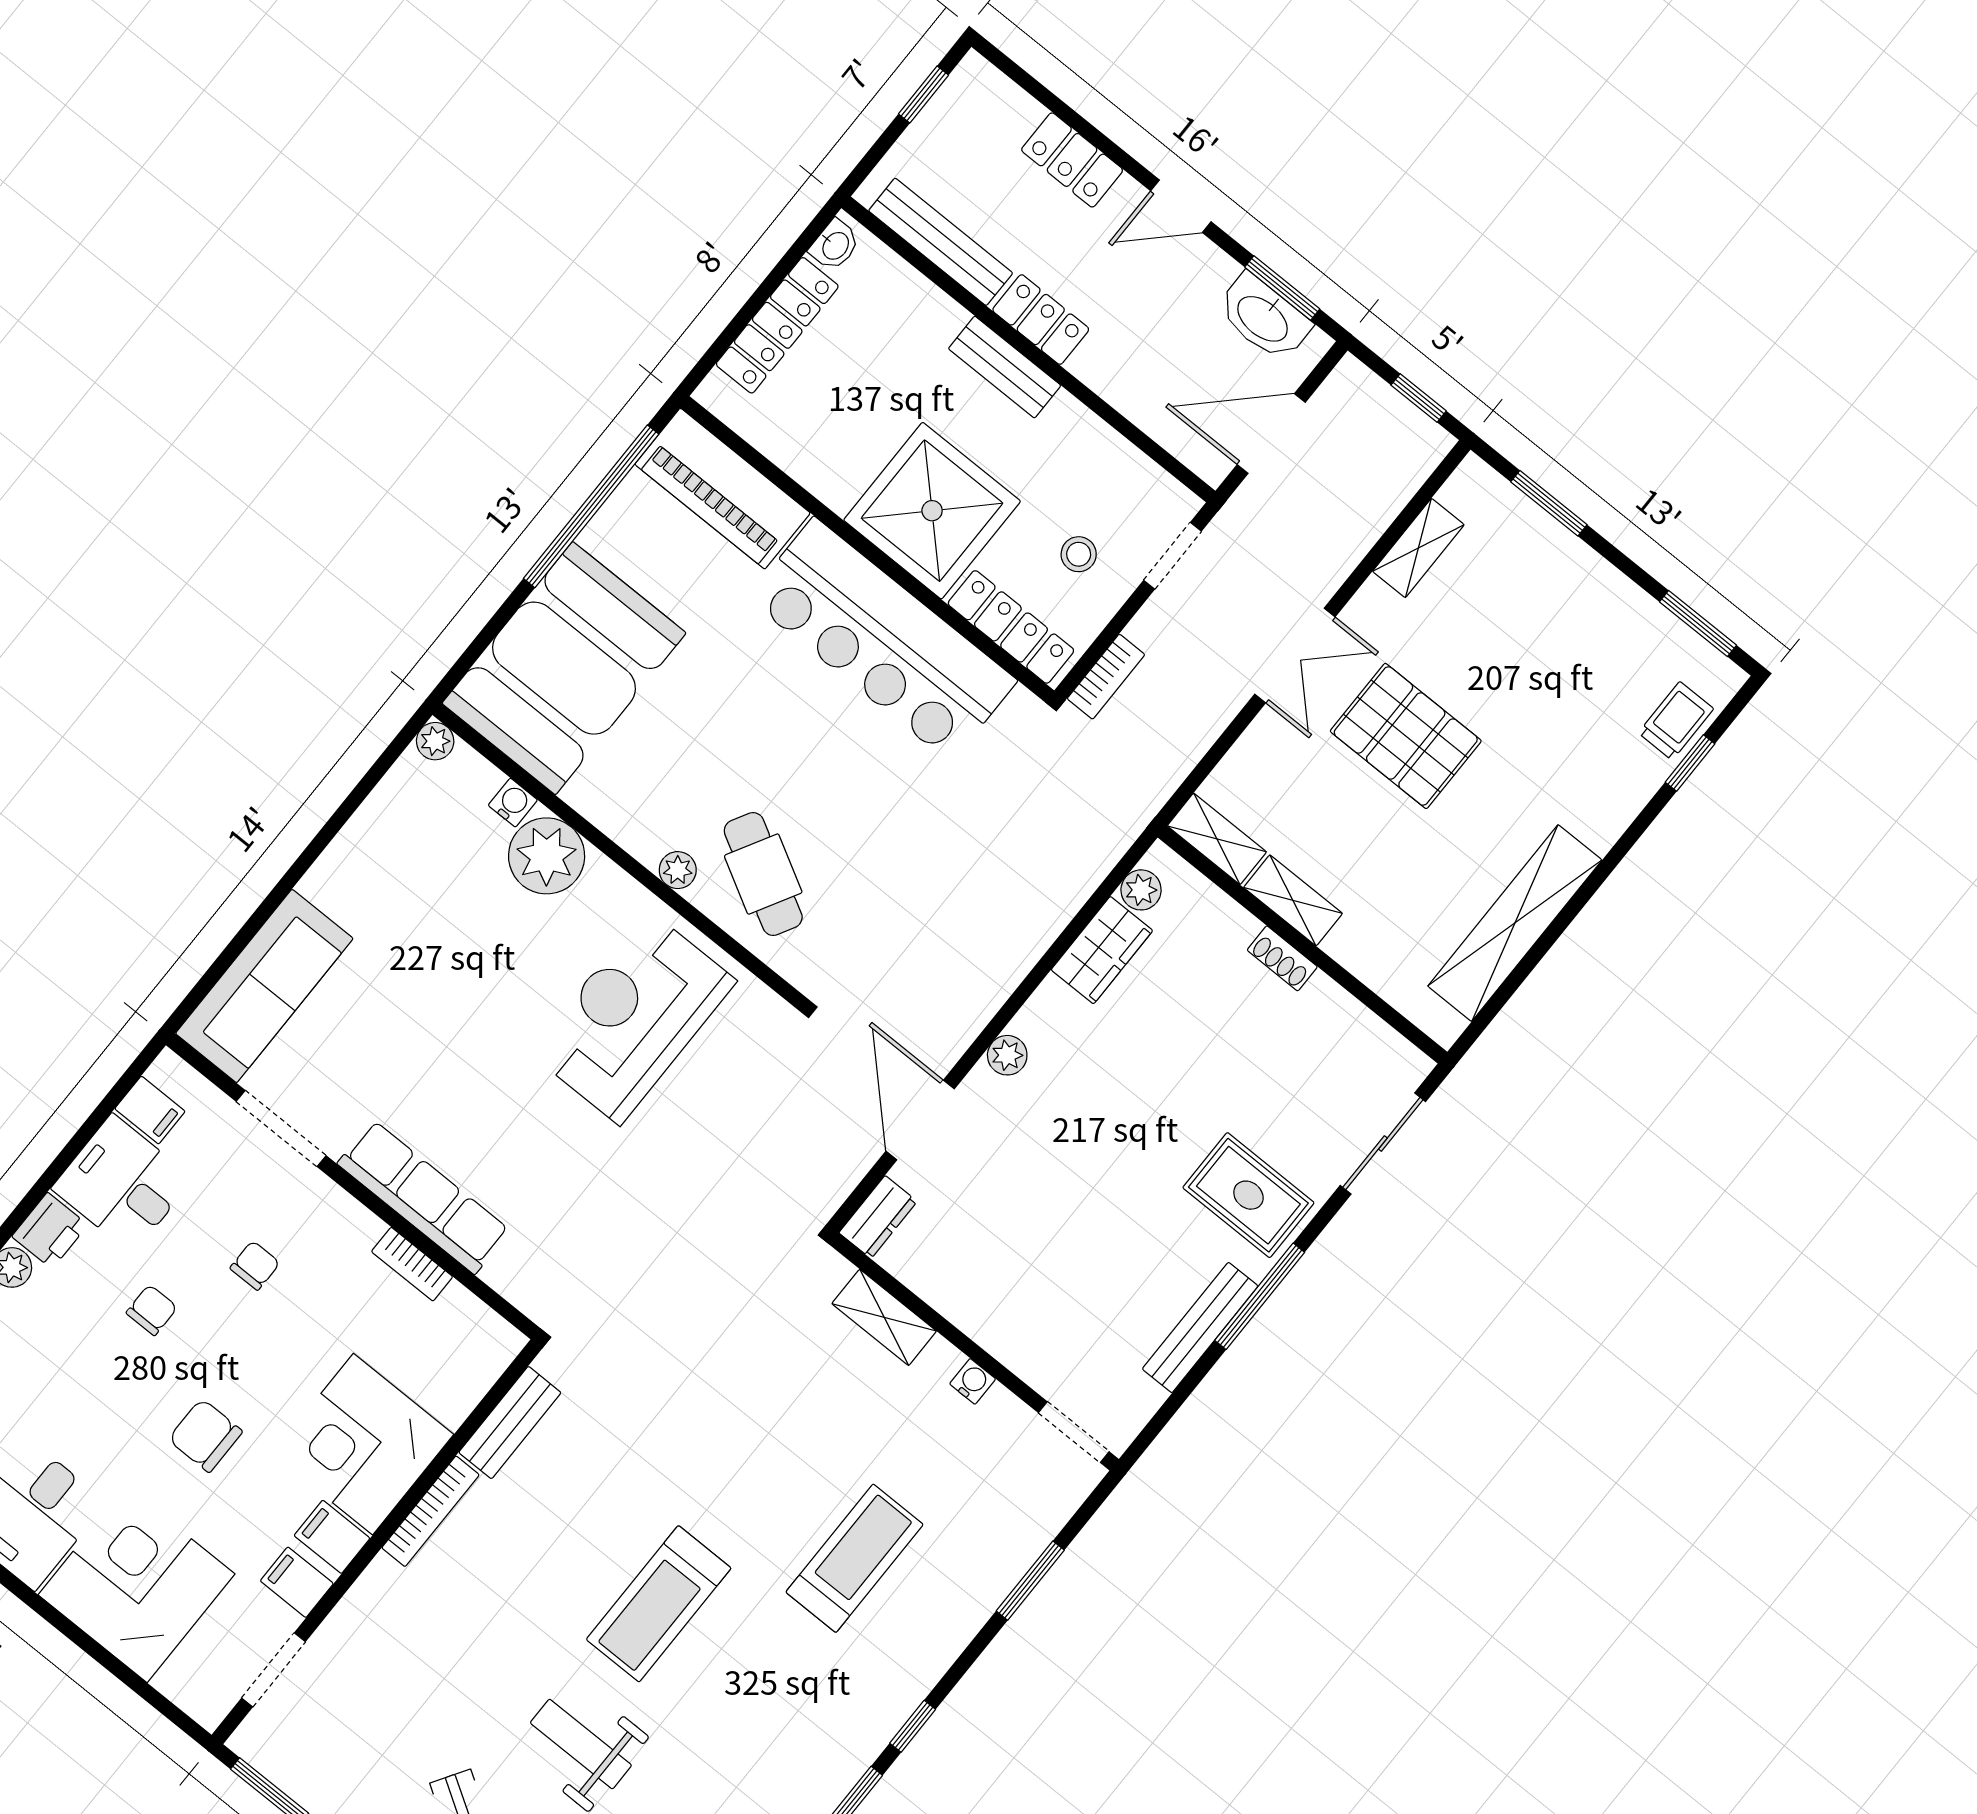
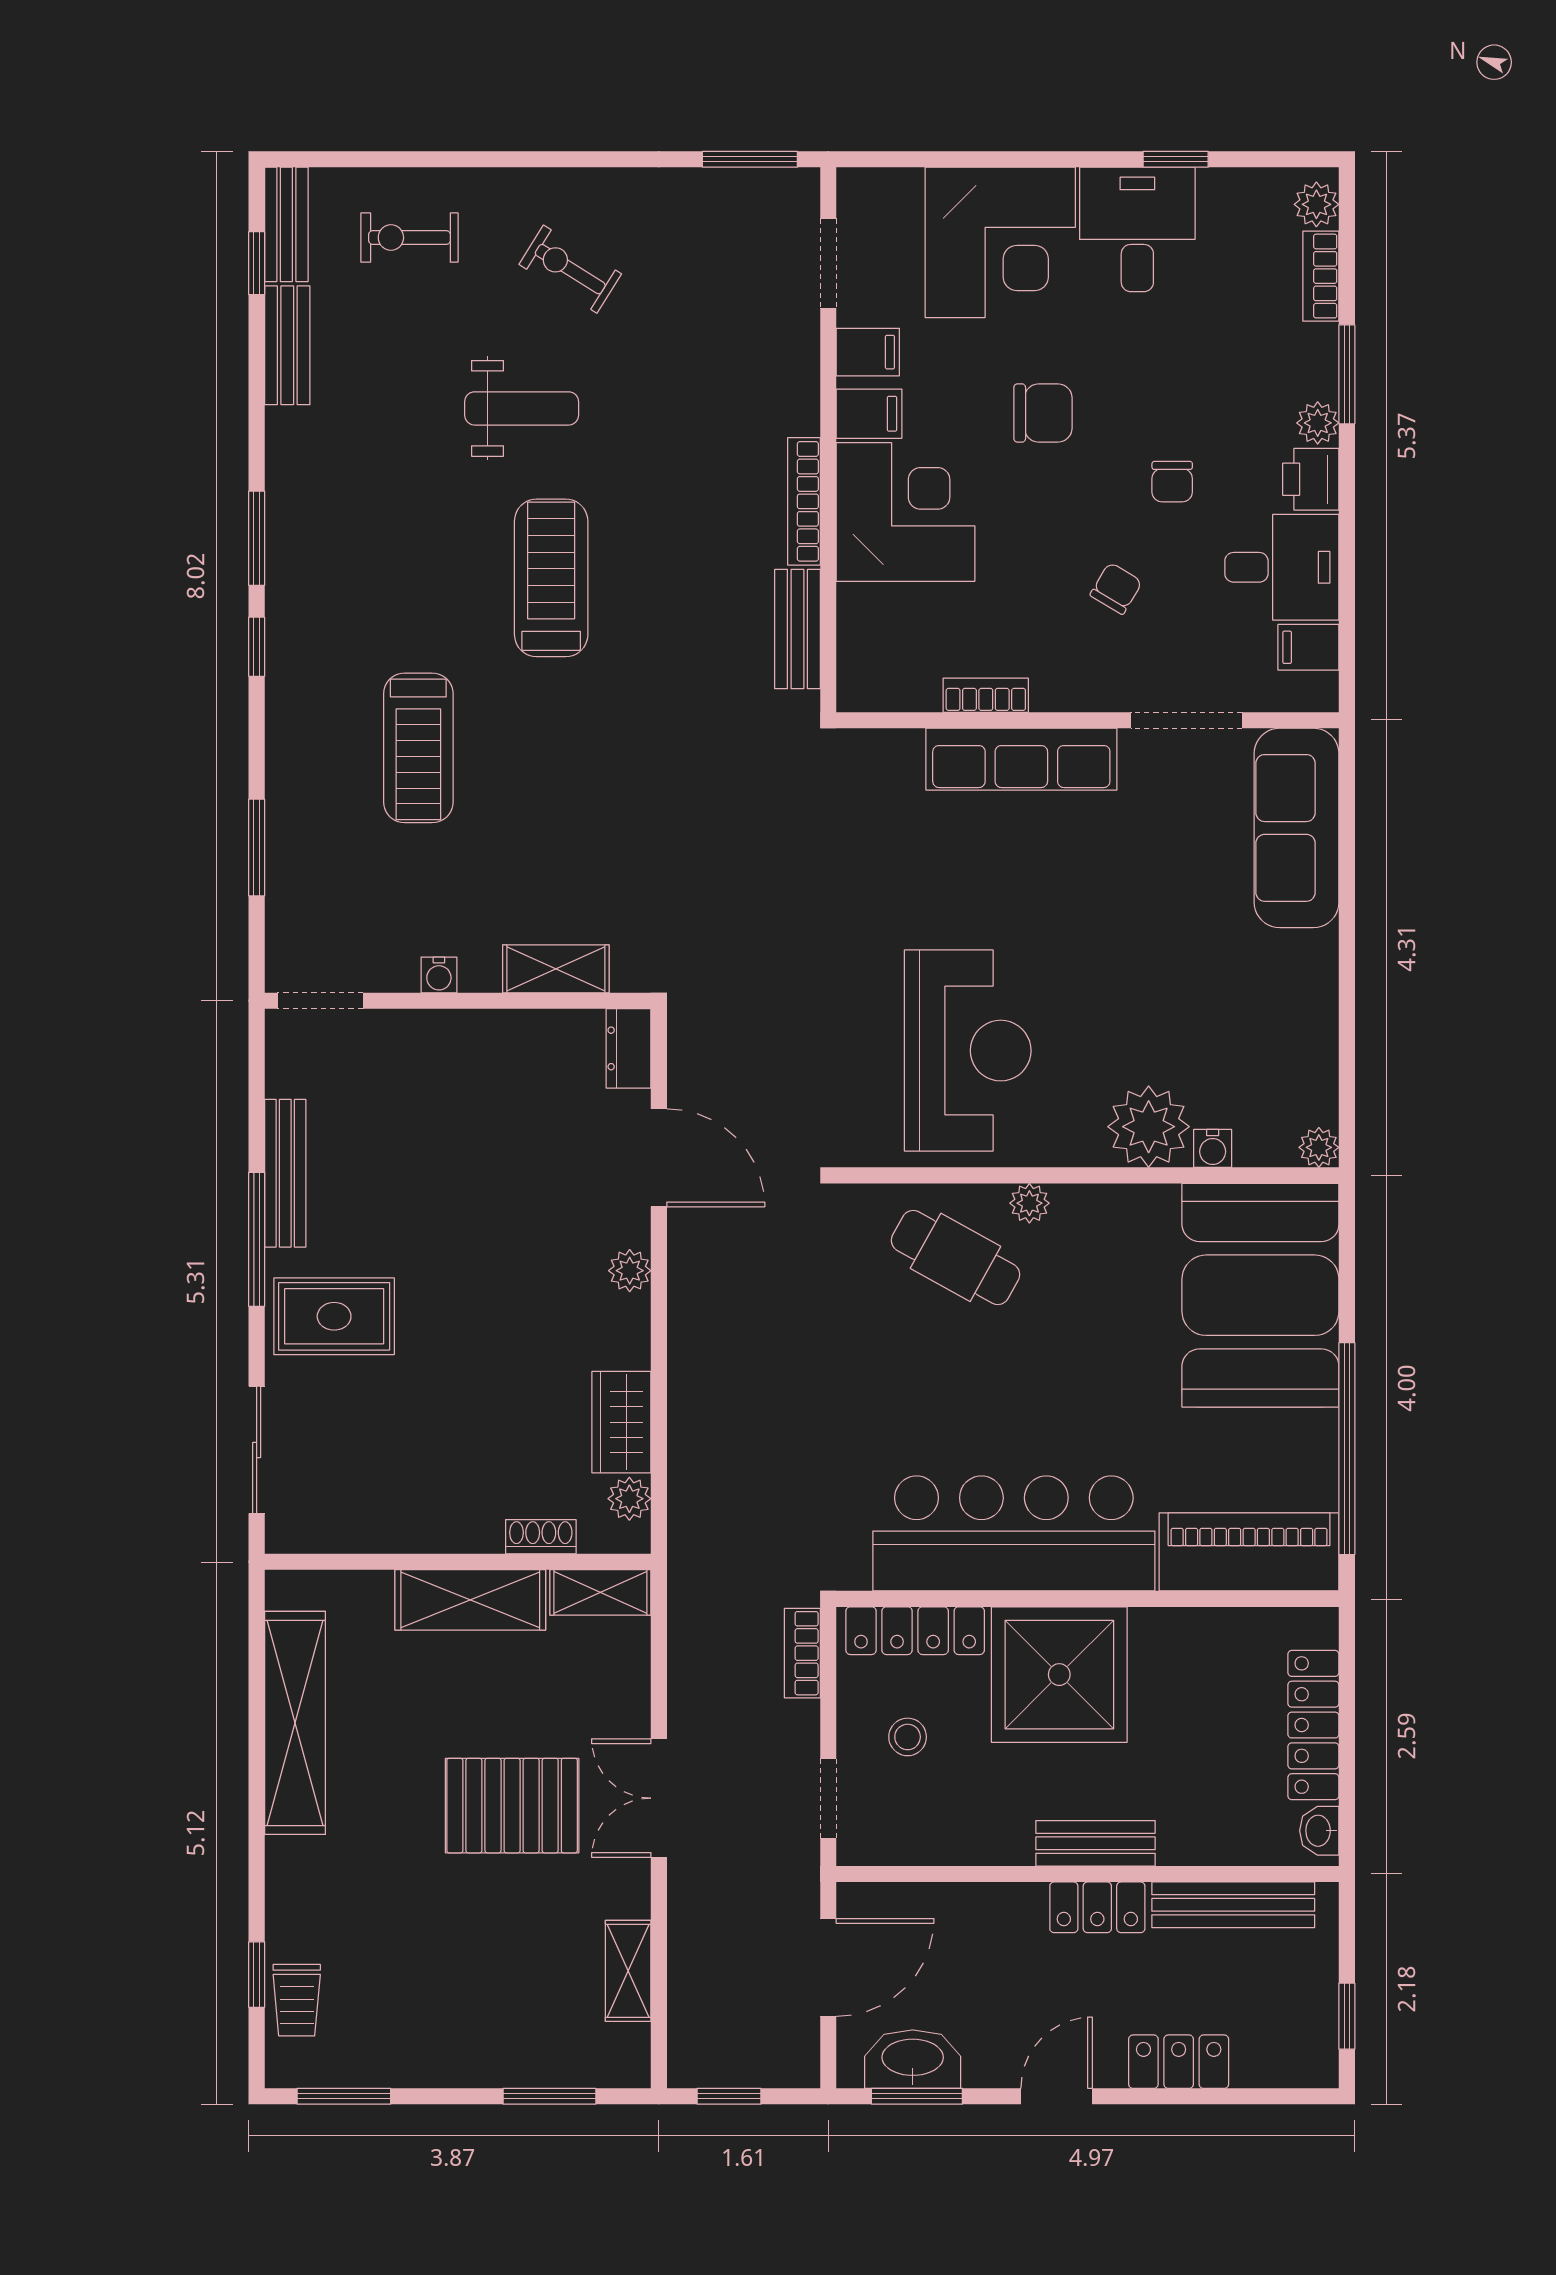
shelving: (1293, 900) -> (470, 1600), width x1.50, depth x1.33
shoe rack: (1282, 958) -> (541, 1537), moved
chair: (255, 1265) -> (1116, 588), turned -149

